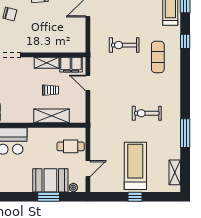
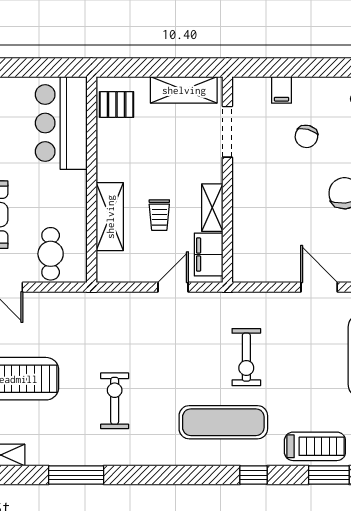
exercise bike: (124, 45) -> (246, 357), turned 180
exercise mat: (158, 57) -> (223, 422), width x1.36, depth x1.45

